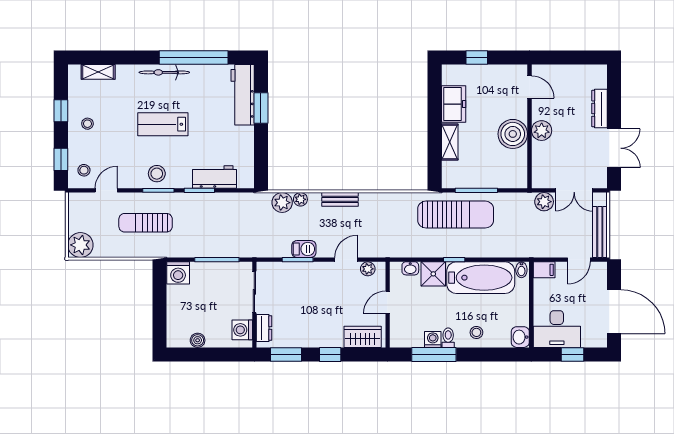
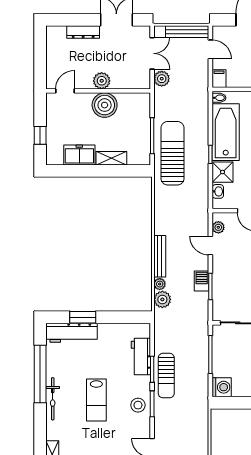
bench: (340, 199) -> (160, 256), width x1.36
sun lounger: (146, 223) -> (166, 376), moved

